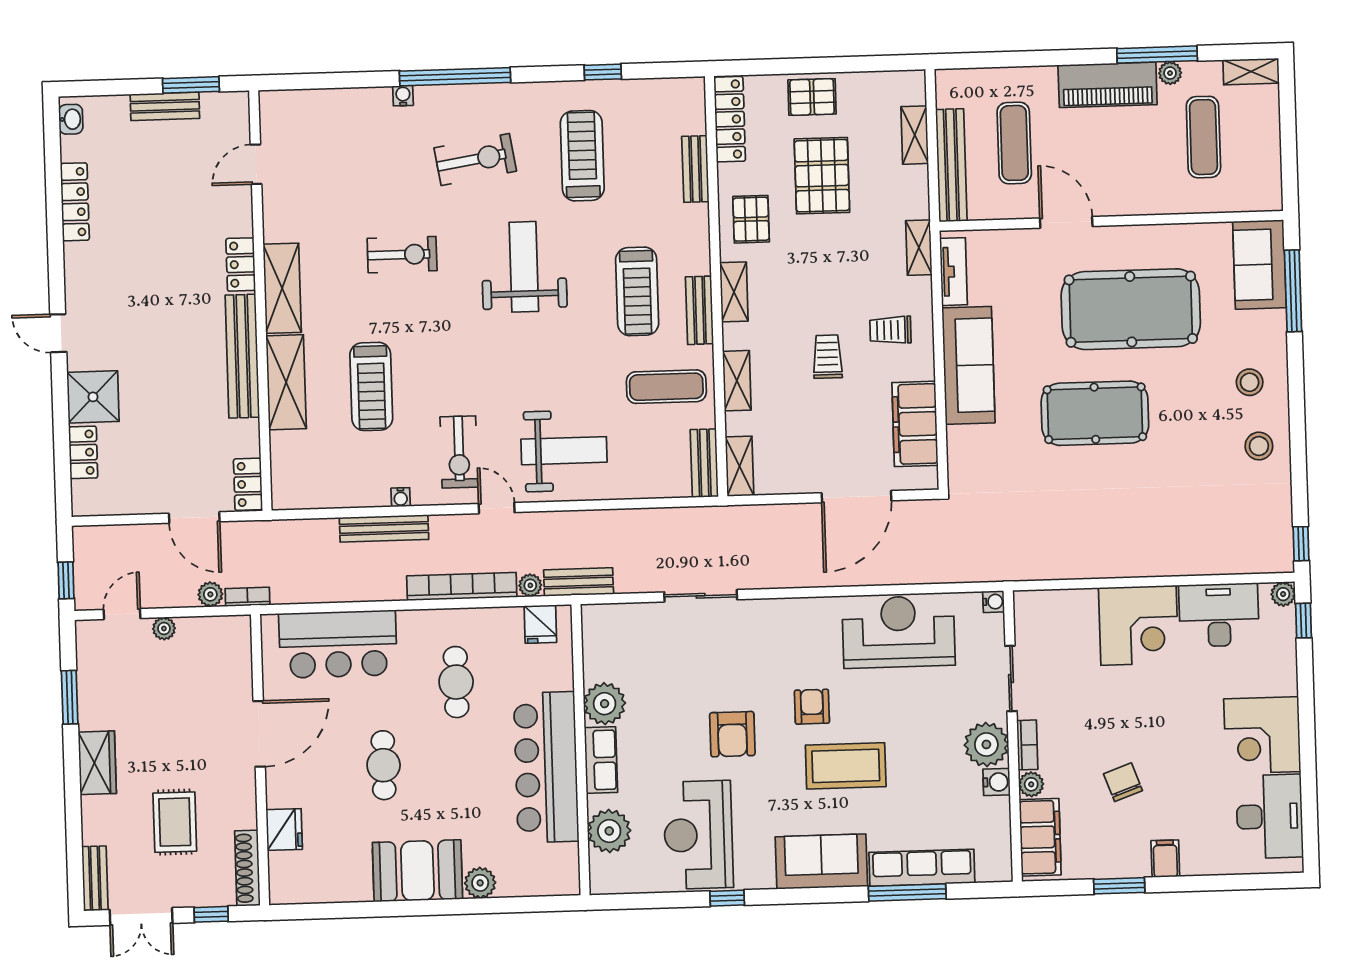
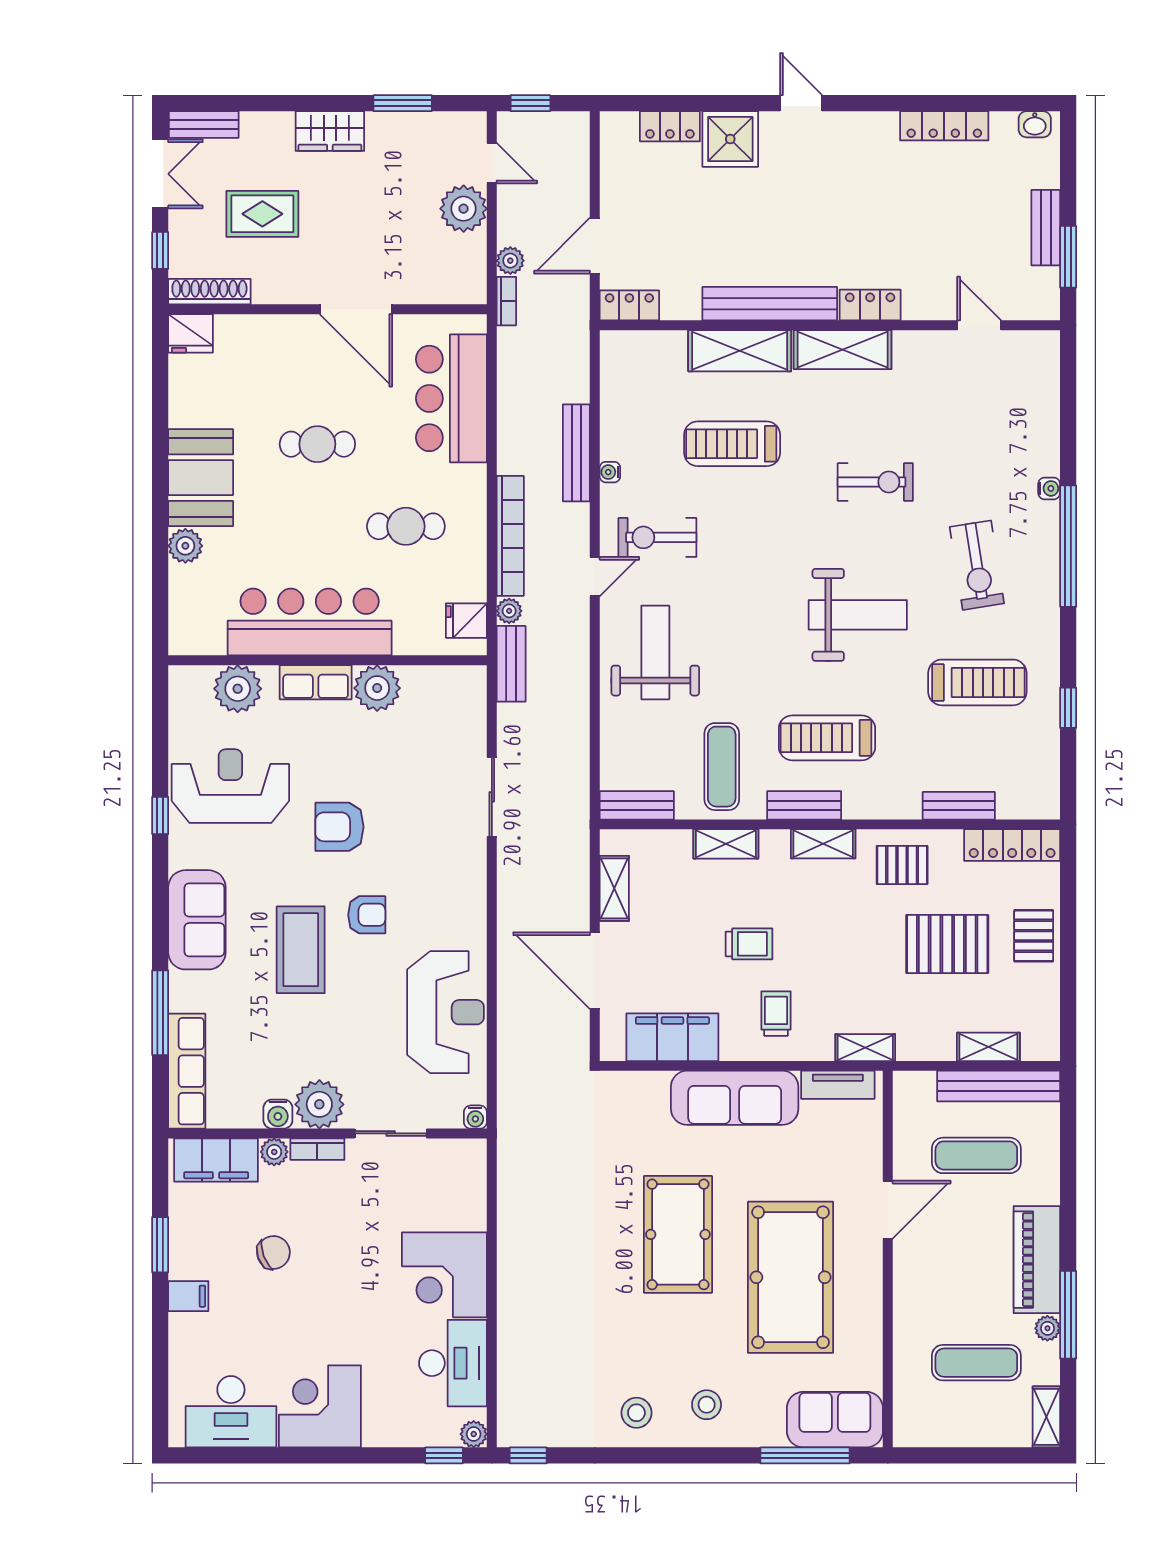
bench: (951, 165) -> (999, 1086), moved
exercise bike: (402, 255) -> (875, 482), turned -90
door: (58, 333) -> (801, 103), hinge flipped
weight bench: (564, 451) -> (655, 652), turned 180
shelving: (740, 466) -> (614, 888), moved, turned 90
plant: (164, 629) -> (464, 209), width x1.88, depth x1.88
fridge: (284, 829) -> (191, 333), moved
row of seats: (922, 868) -> (187, 1071), moved
double door: (141, 917) -> (160, 174), swing flipped

